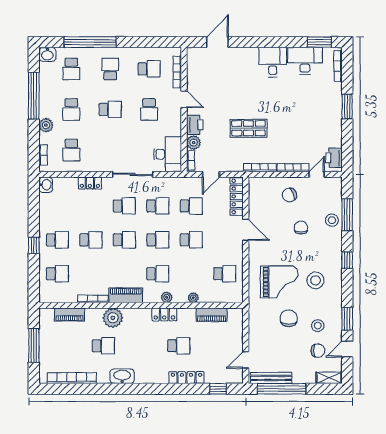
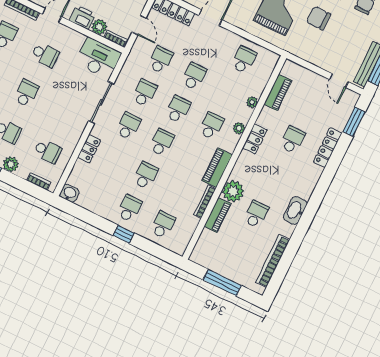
piano: (69, 314) -> (217, 215), moved
window: (218, 389) -> (354, 122), width x1.50

